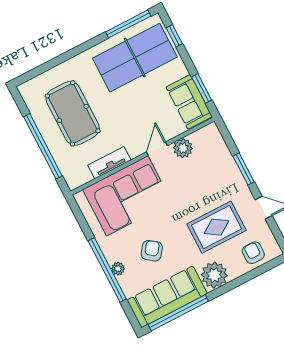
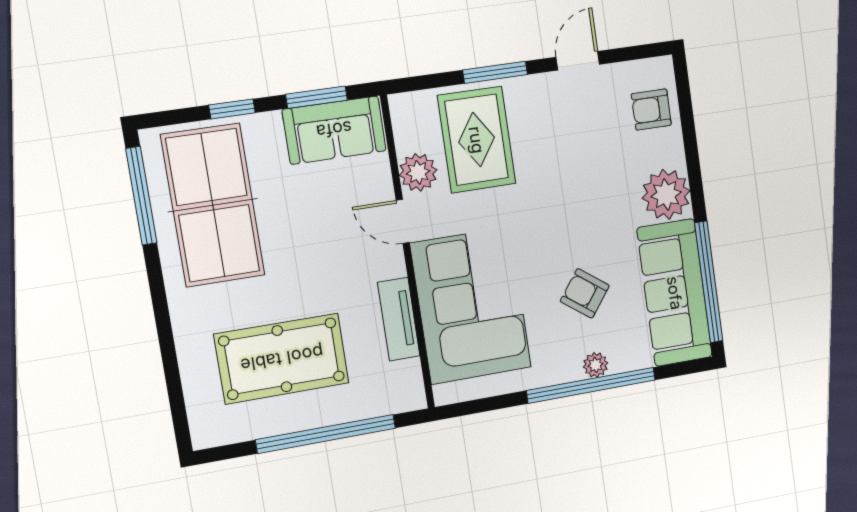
window: (174, 36) -> (232, 109), moved
rug: (216, 227) -> (477, 140), moved

